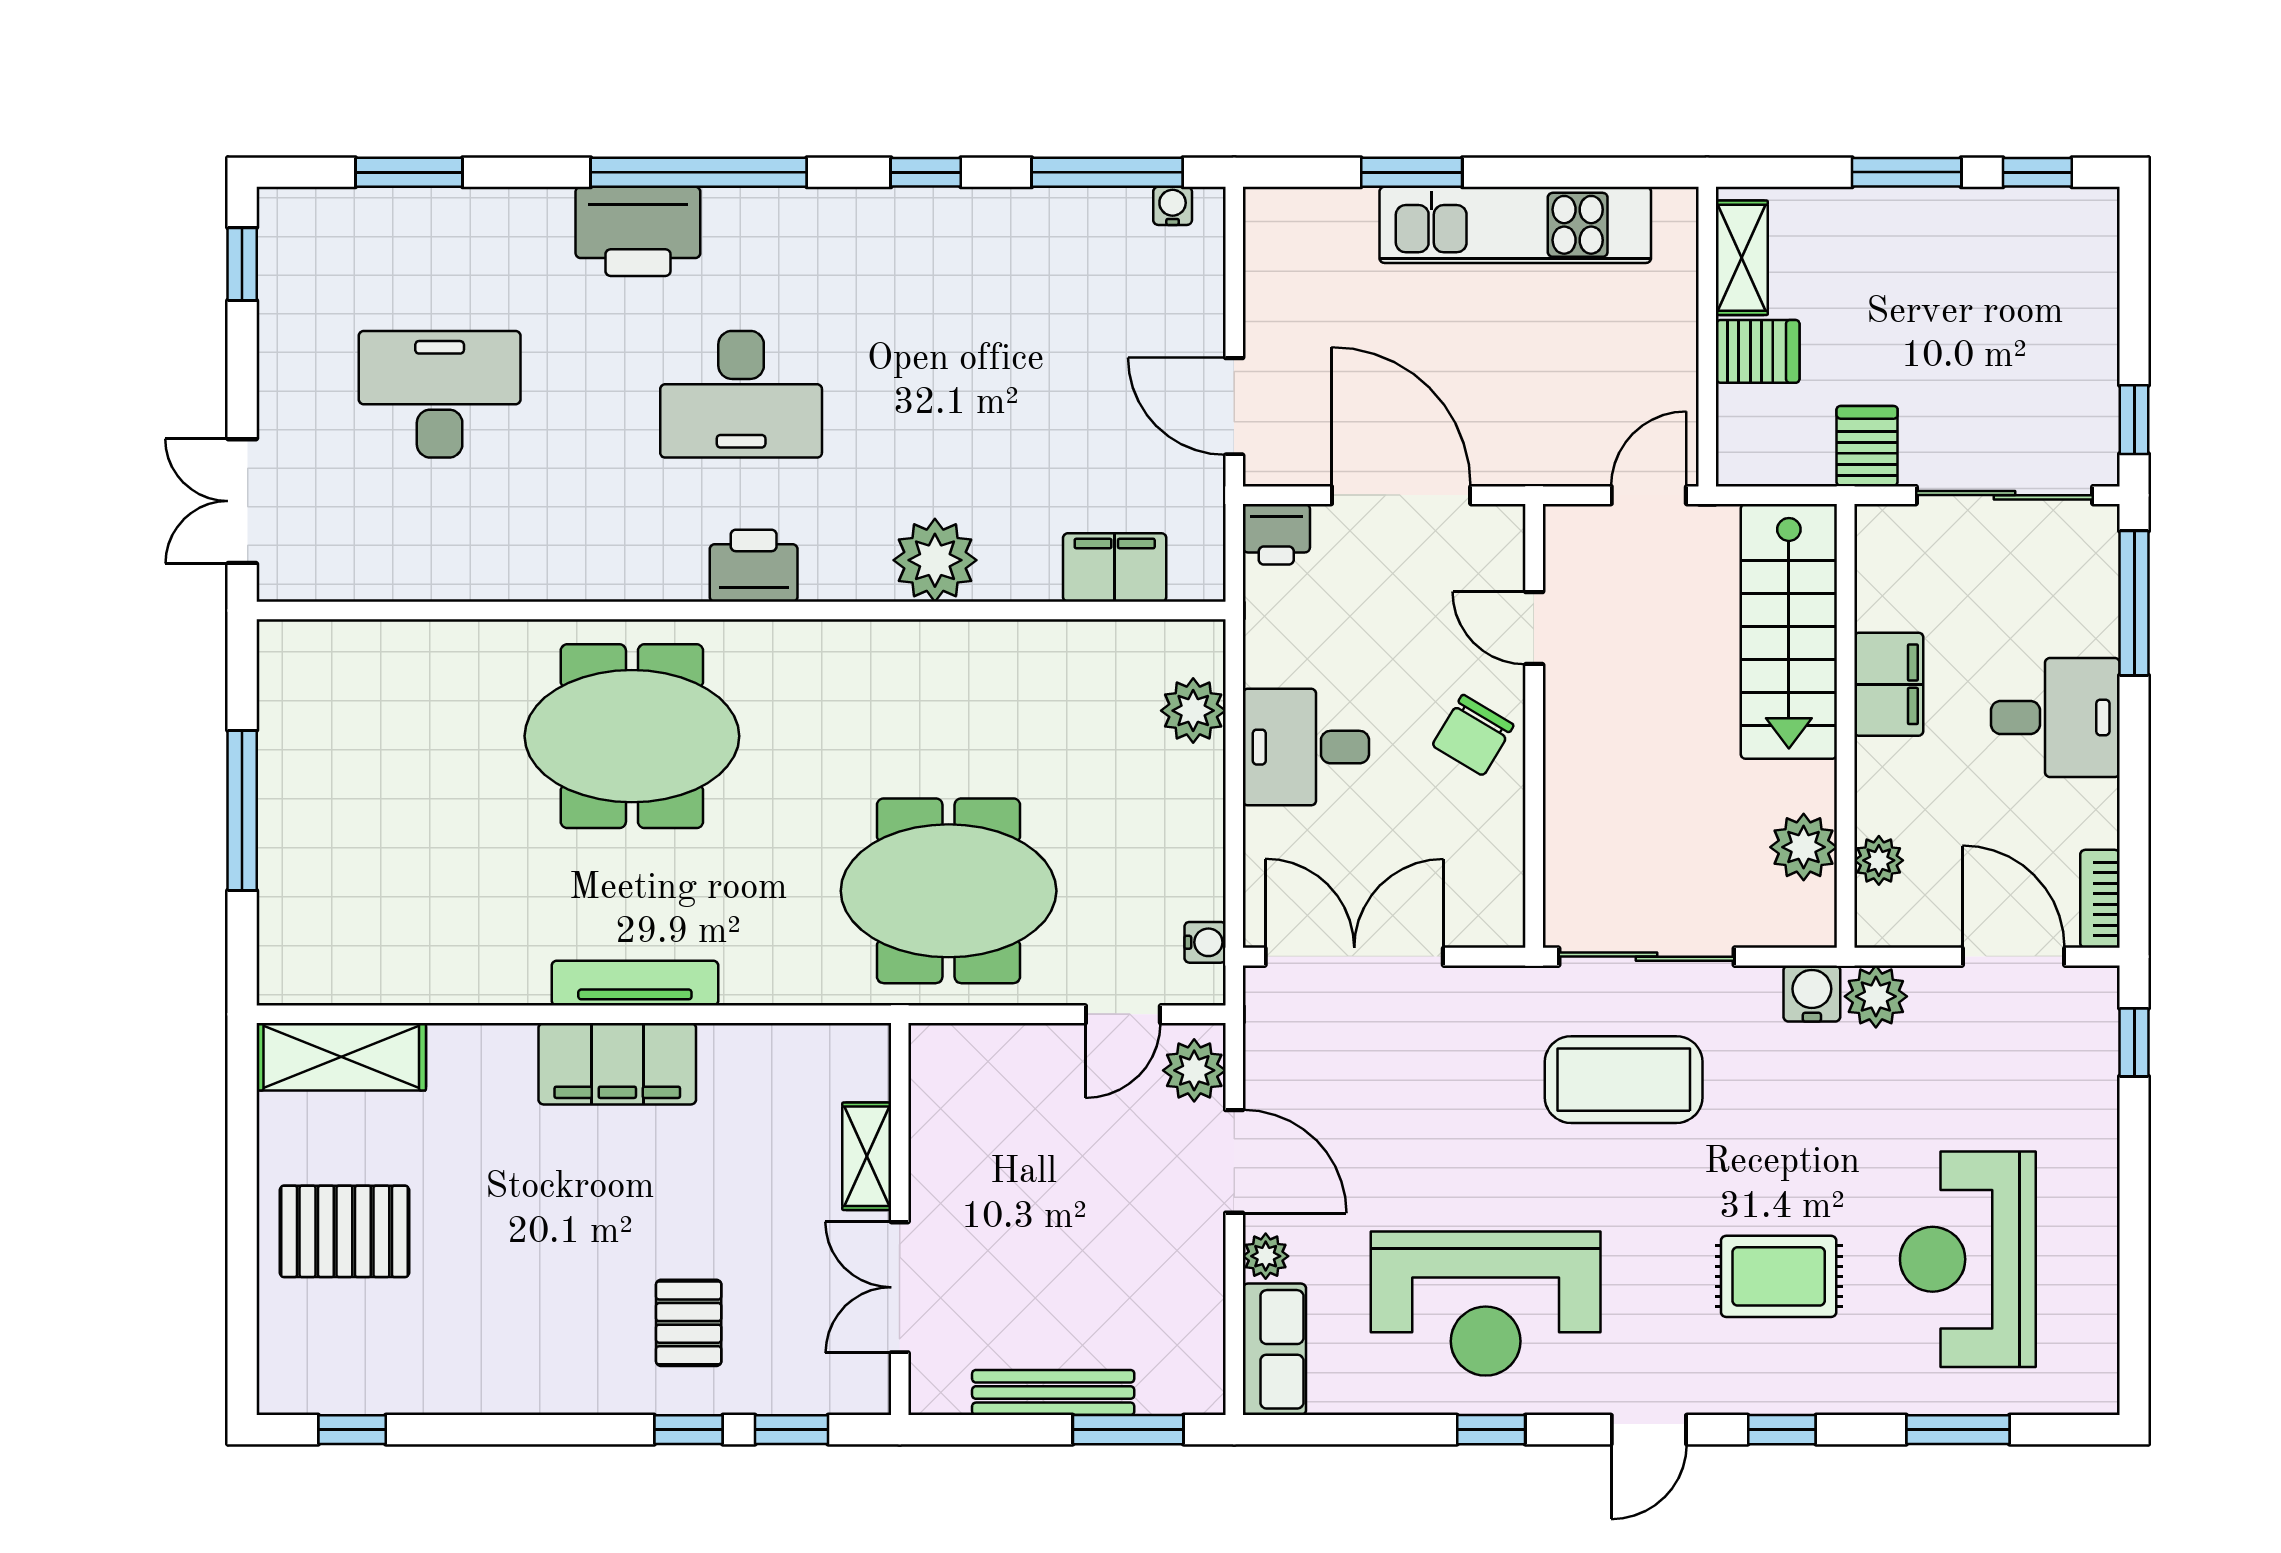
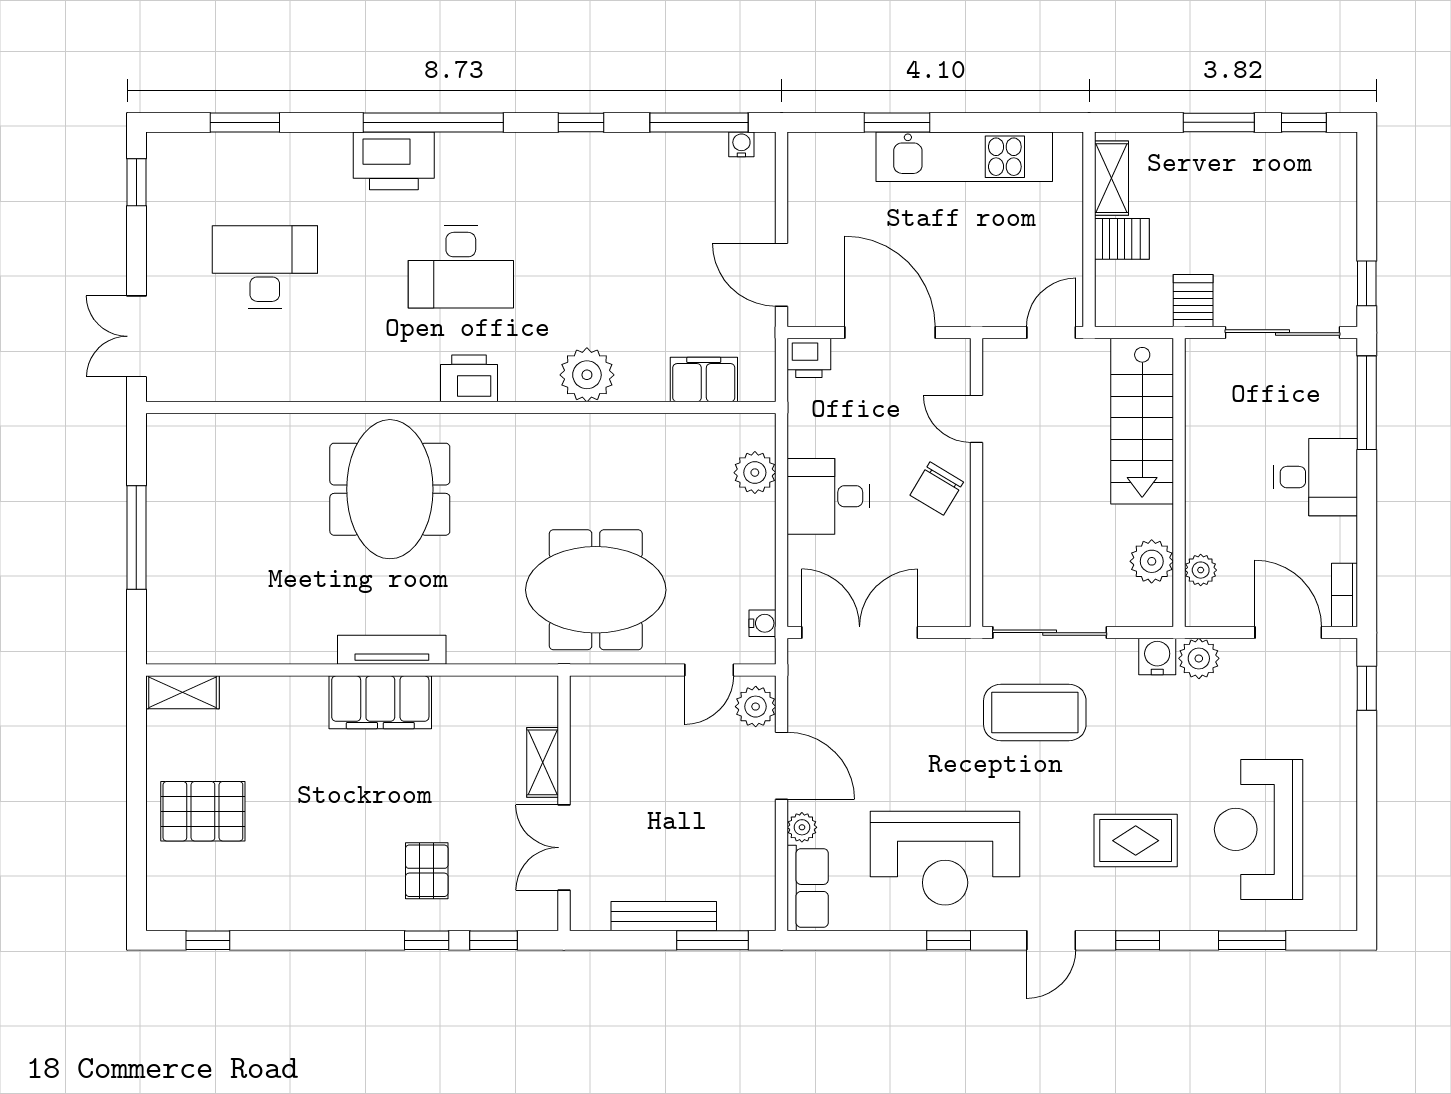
filing cabinet: (1889, 684) -> (1207, 455), removed
meeting table: (632, 736) -> (390, 489), turned 90
shelving: (341, 1057) -> (182, 692), width x0.67, depth x0.75

